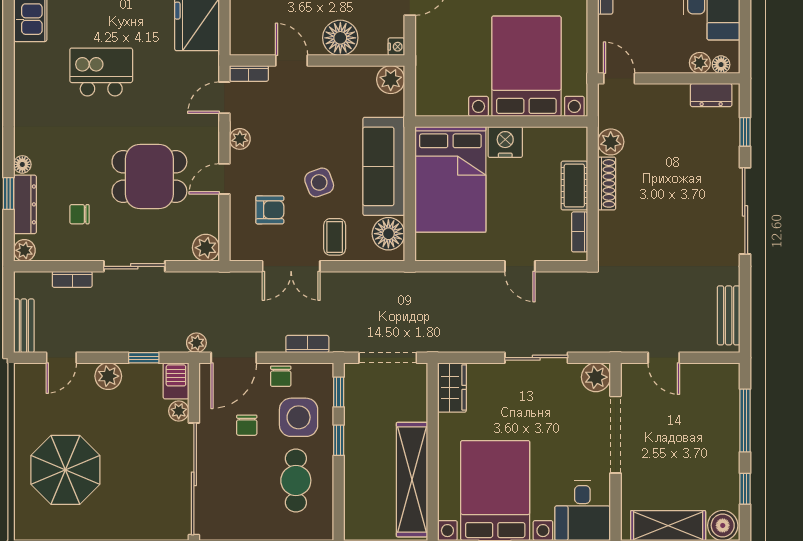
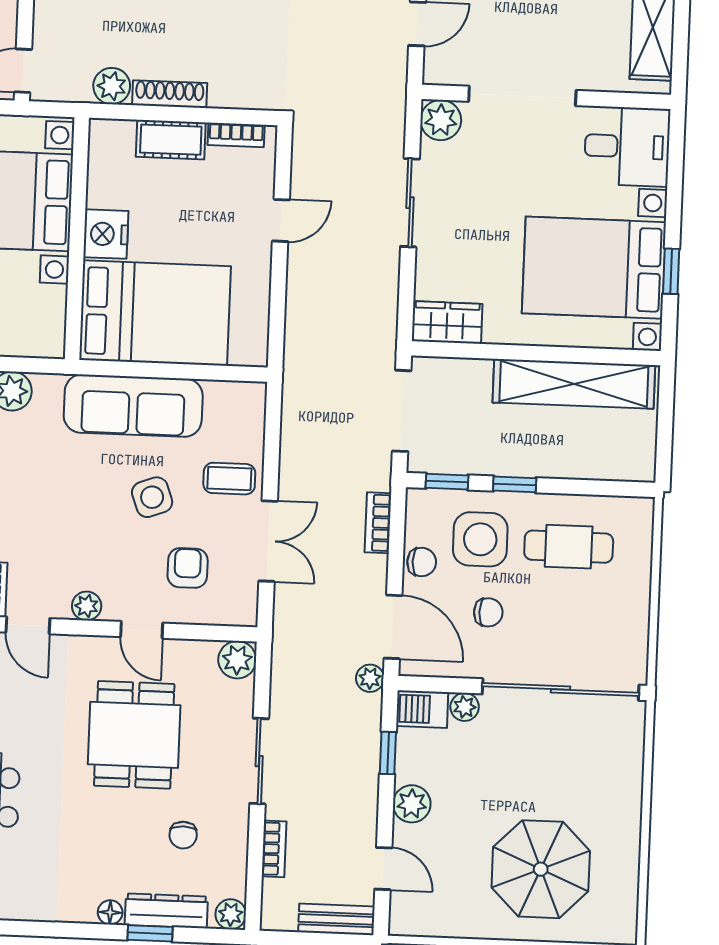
floor lamp: (388, 234) -> (228, 403), removed

